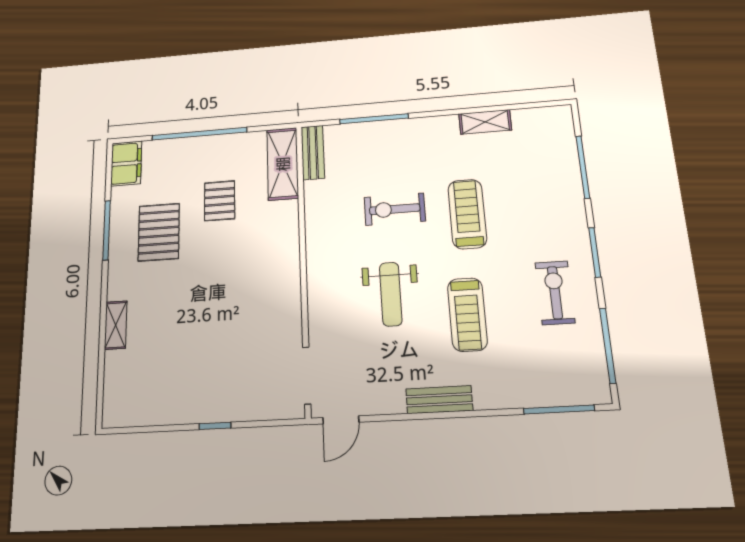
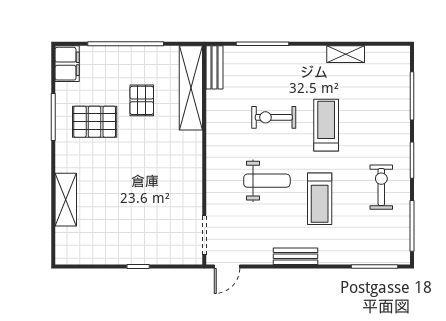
shelving: (283, 164) -> (191, 88), width x1.47
pallet: (159, 232) -> (95, 122), turned 90
weight bench: (391, 294) -> (267, 181), turned -90
shelving: (116, 325) -> (66, 200), width x1.50, depth x1.33

